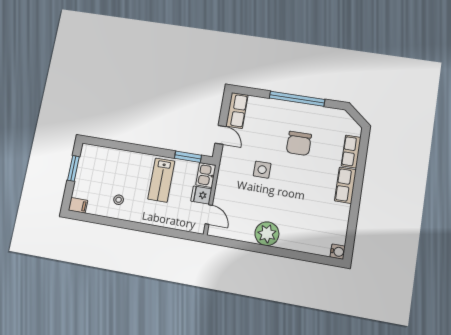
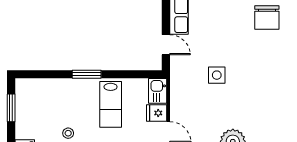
chair: (299, 143) -> (267, 17), moved
window: (188, 157) -> (87, 74), moved

